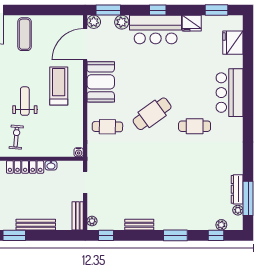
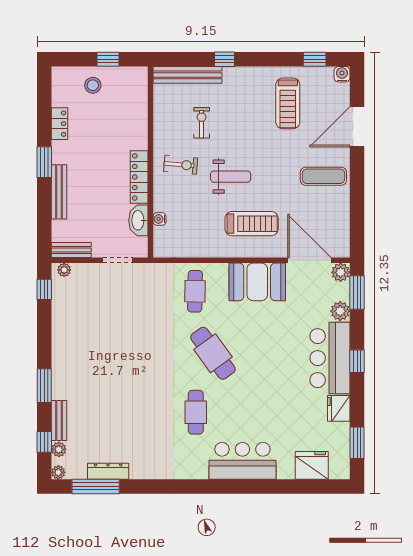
water cooler: (79, 152) -> (160, 219), moved
washbasin: (51, 165) -> (138, 220), width x1.91, depth x1.45
plant: (238, 210) -> (58, 472), moved
bench: (139, 225) -> (59, 420), moved

